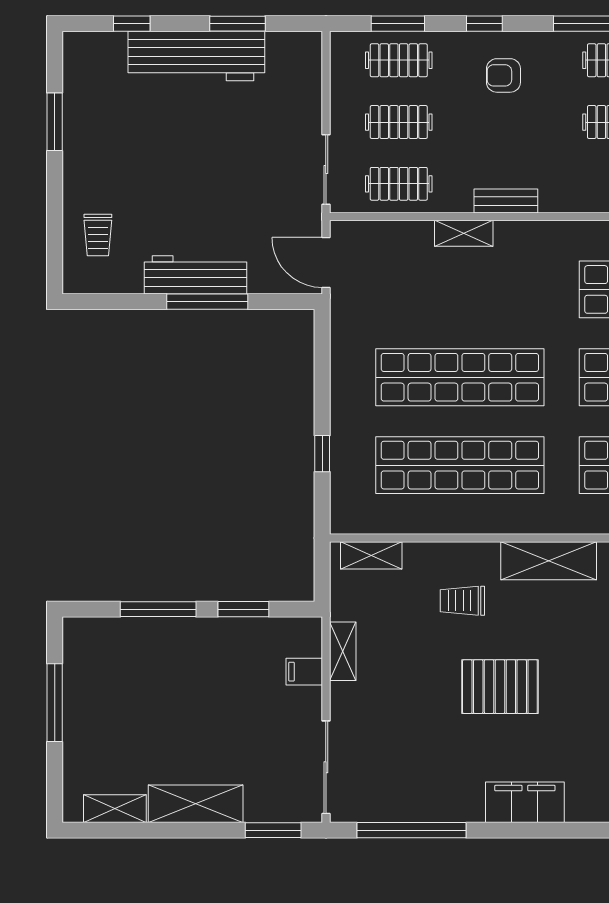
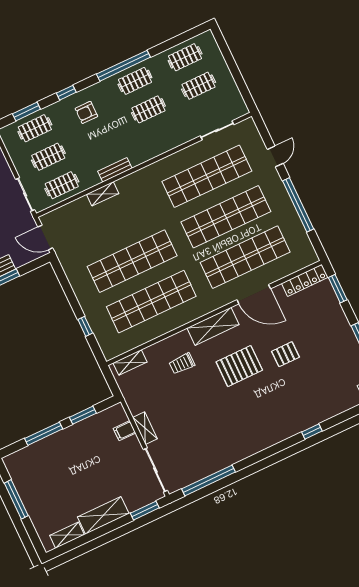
shelving: (343, 651) -> (145, 428), moved
pallet: (500, 687) -> (239, 366), moved
filing cabinet: (525, 802) -> (255, 443), removed

